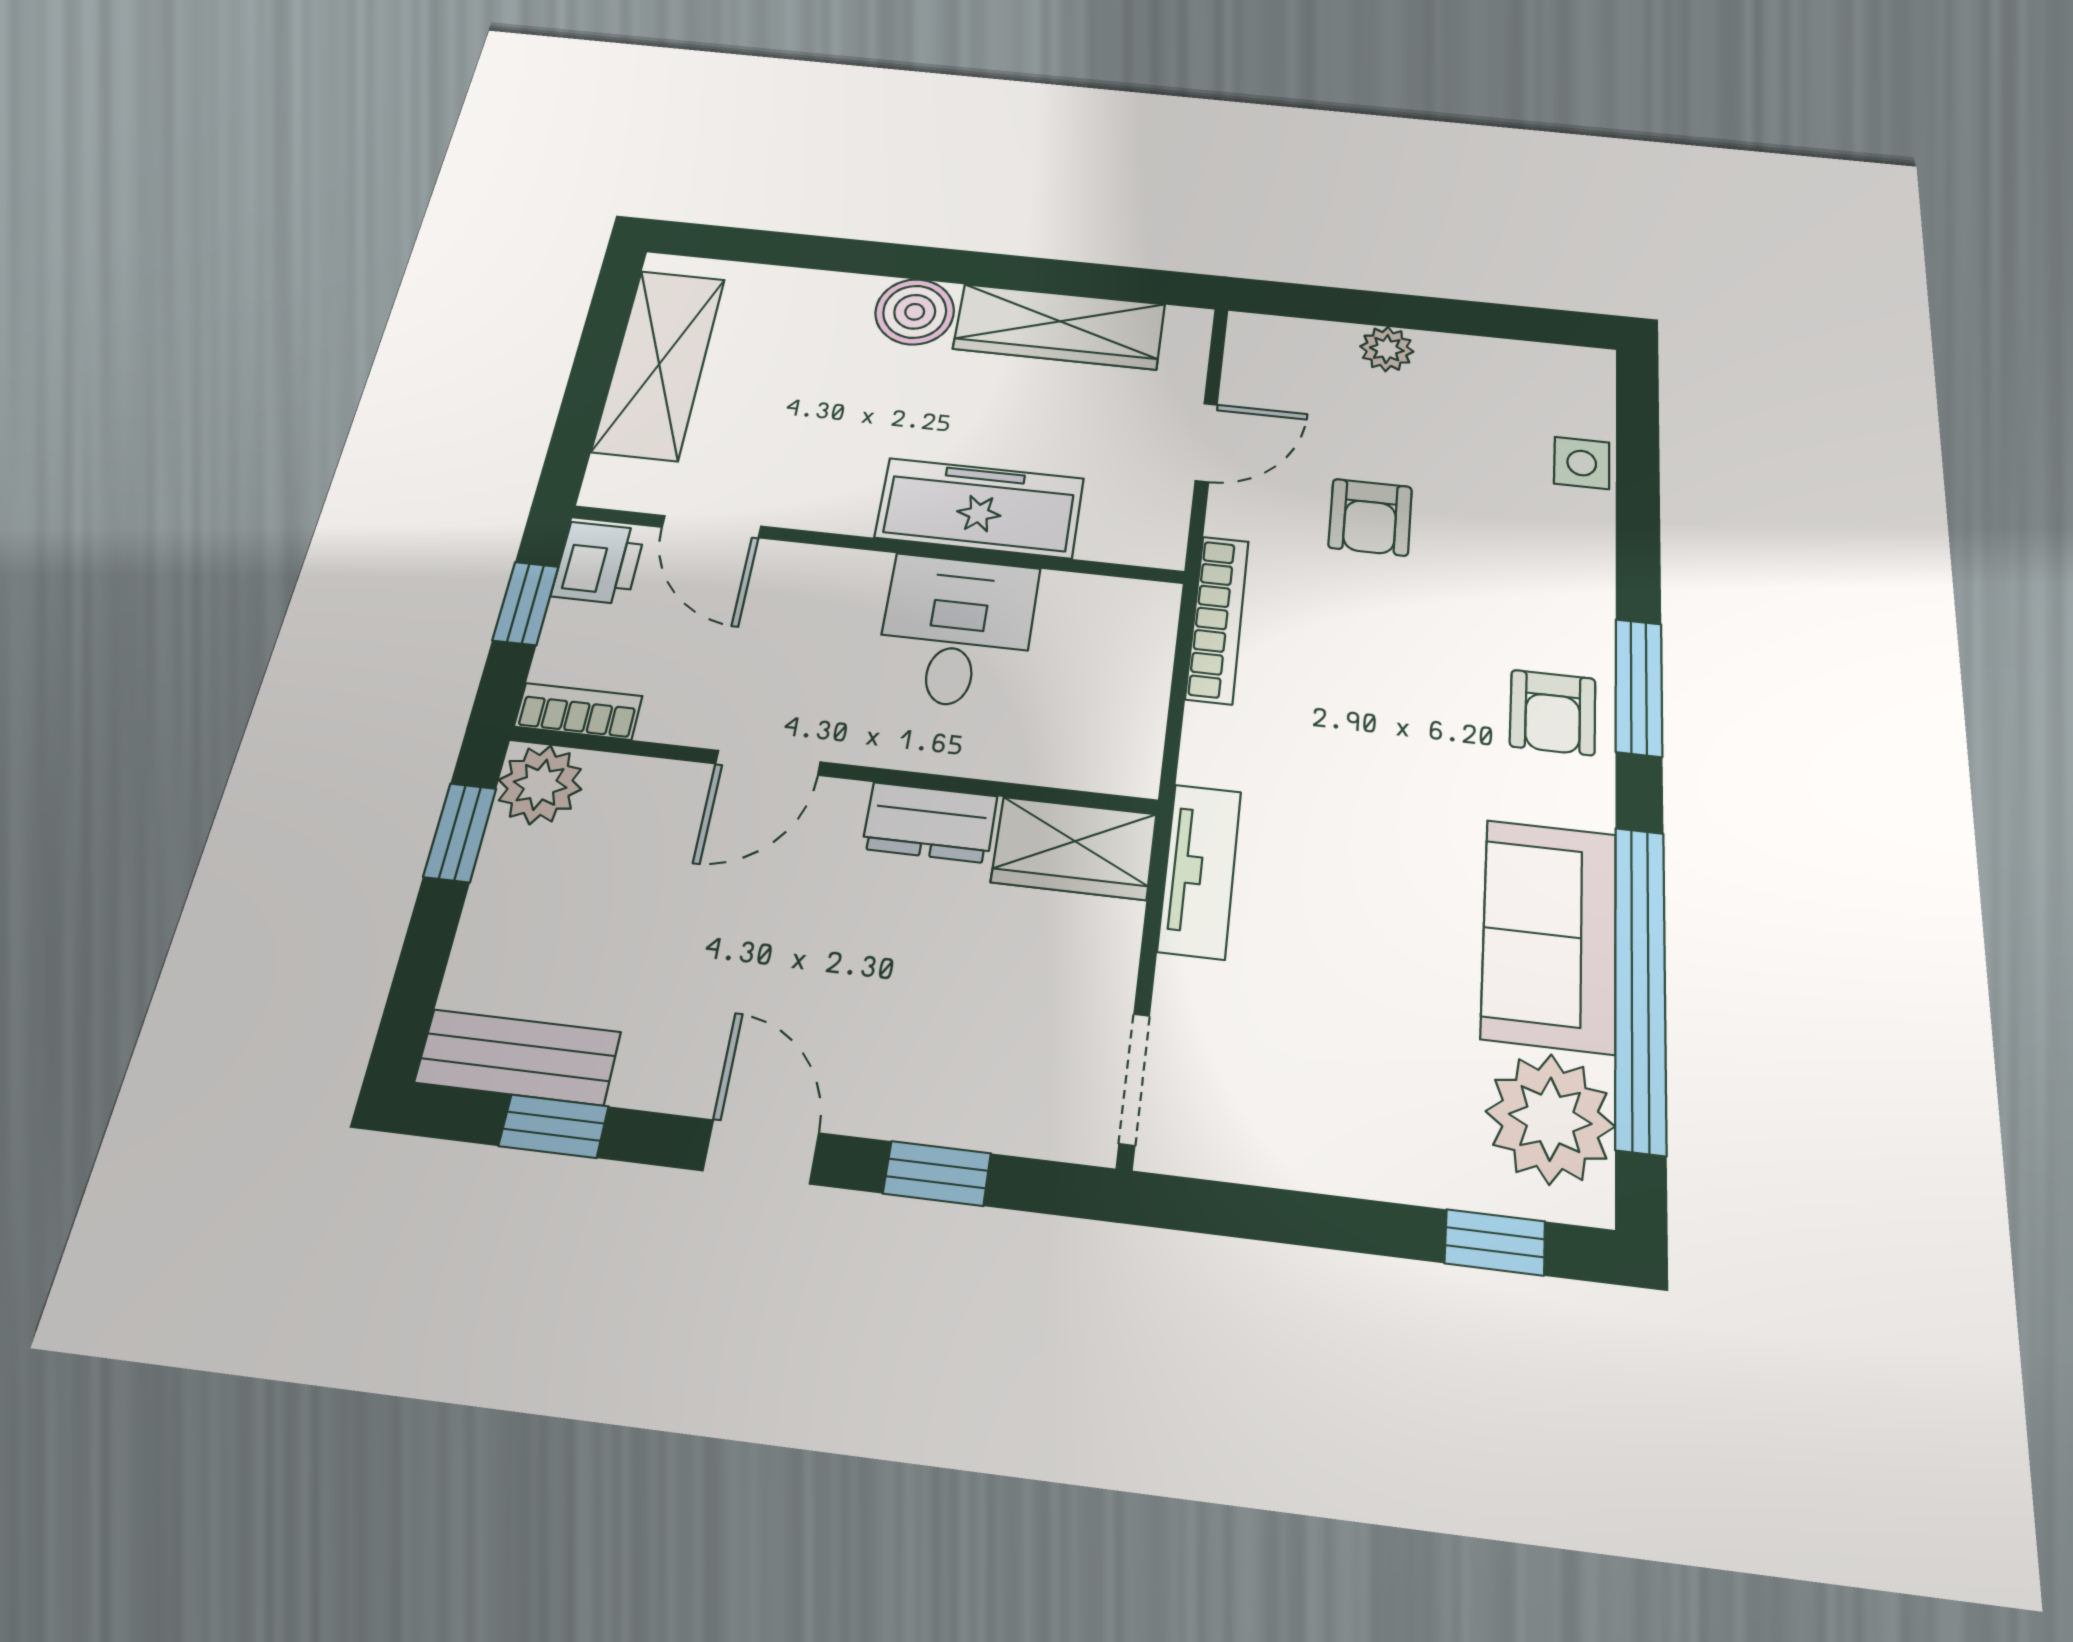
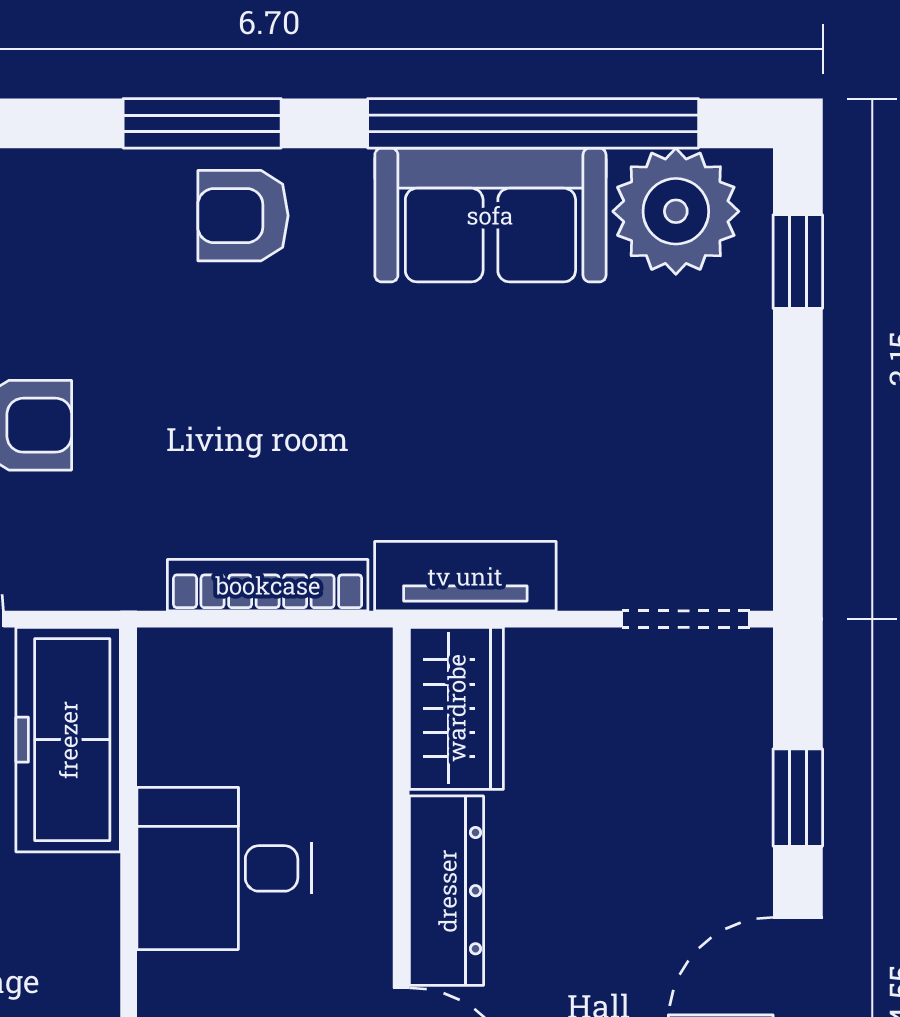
freezer: (980, 508) -> (68, 740), moved
bookcase: (1217, 619) -> (268, 585), moved
armchair: (1553, 712) -> (243, 216), turned 180
dresser: (930, 822) -> (447, 891), width x1.44

